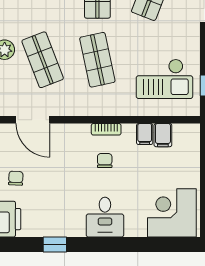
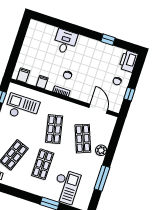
filing cabinet: (163, 135) -> (23, 75), moved
corner desk: (172, 213) -> (41, 36), removed
desk: (105, 217) -> (65, 42), moved

